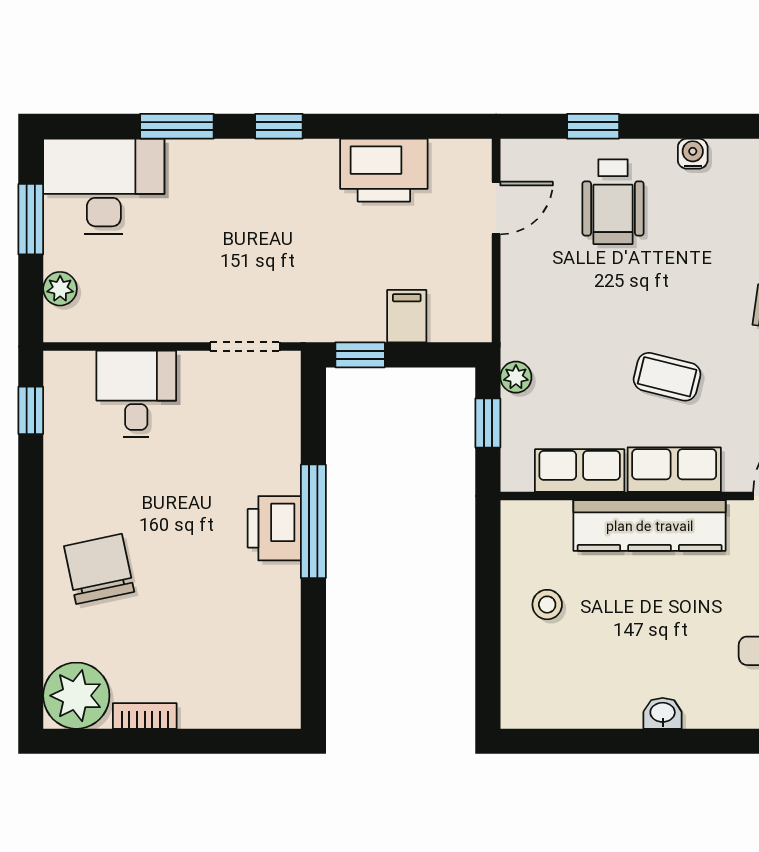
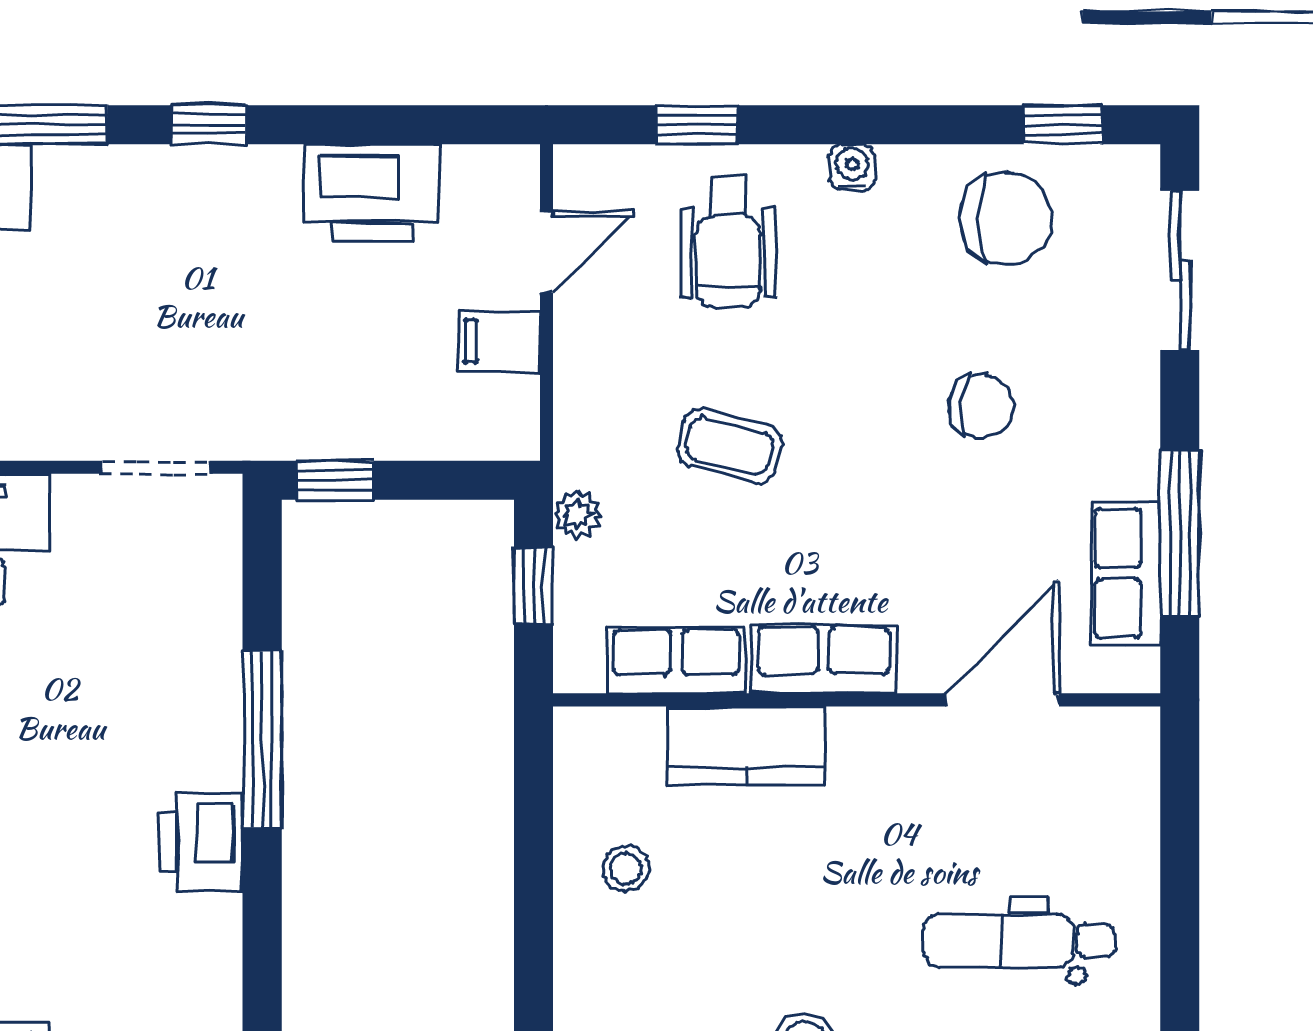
filing cabinet: (407, 316) -> (499, 341), moved, turned -90
coffee table: (667, 377) -> (729, 446), moved
kitchen counter: (650, 526) -> (746, 746), width x0.67
printer: (274, 528) -> (201, 842), moved

